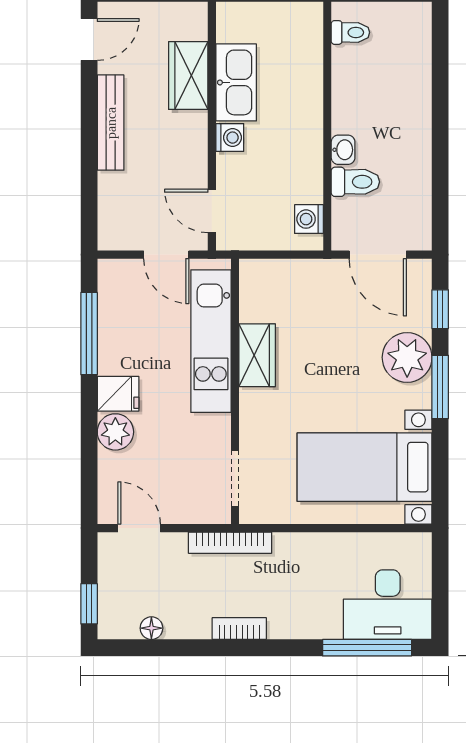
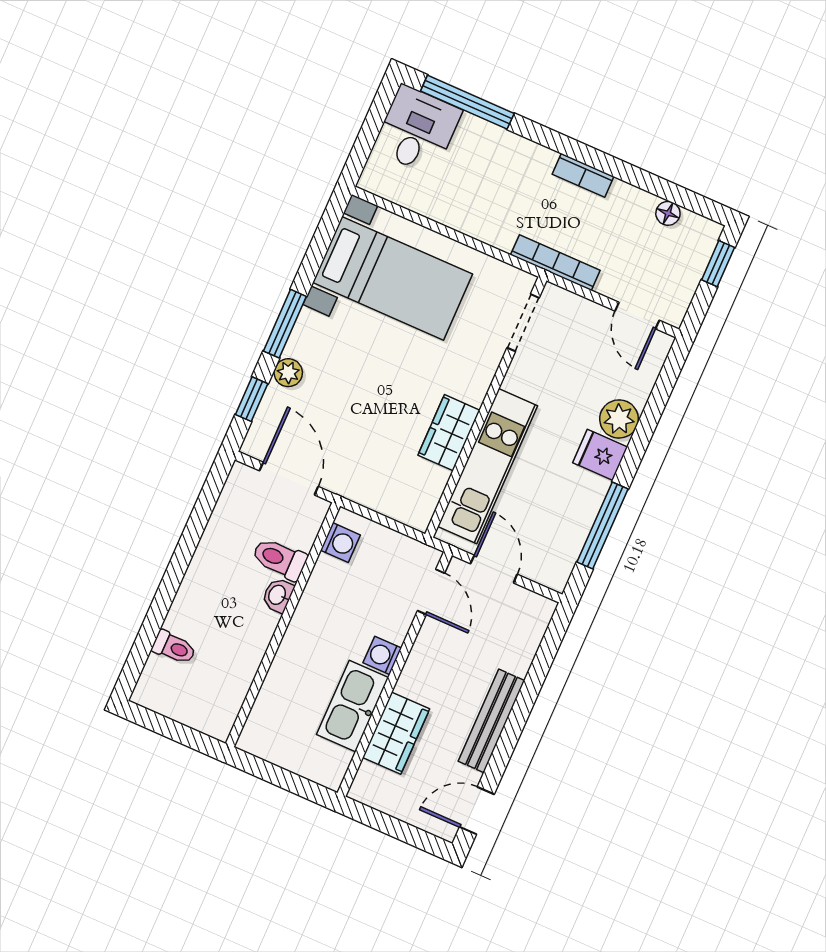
toilet: (350, 32) -> (174, 648), moved, turned 180
plant: (407, 357) -> (288, 373), width x0.53, depth x0.53
desk: (388, 605) -> (417, 130), width x0.73

